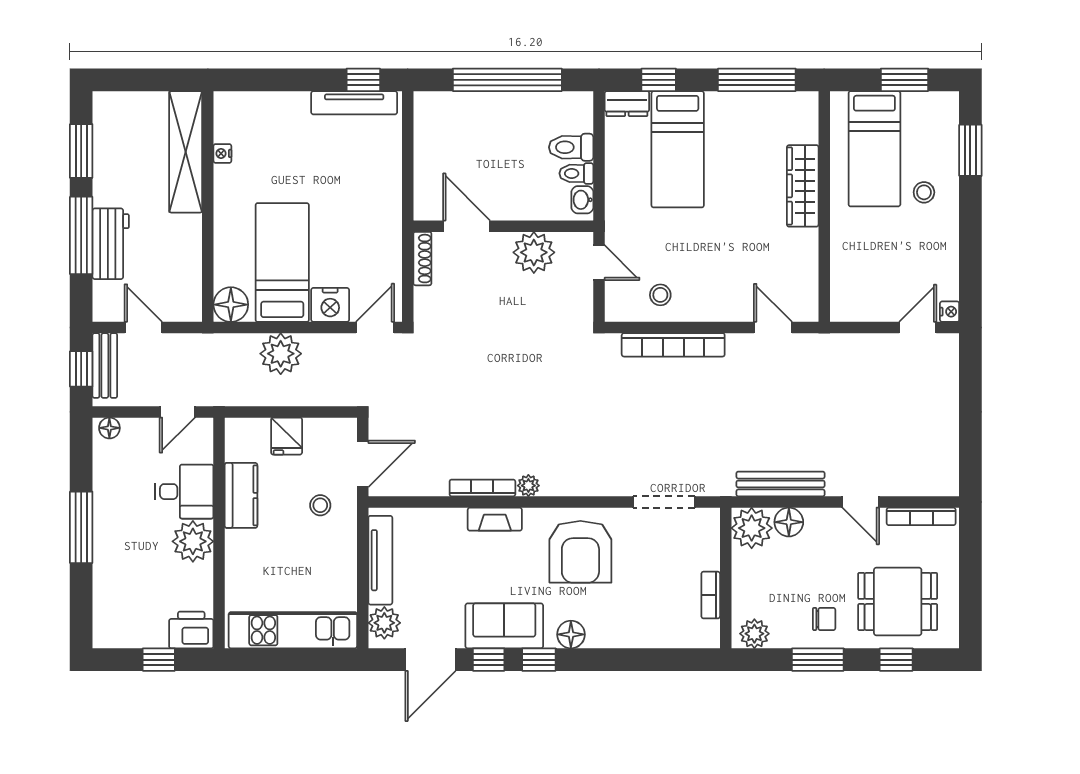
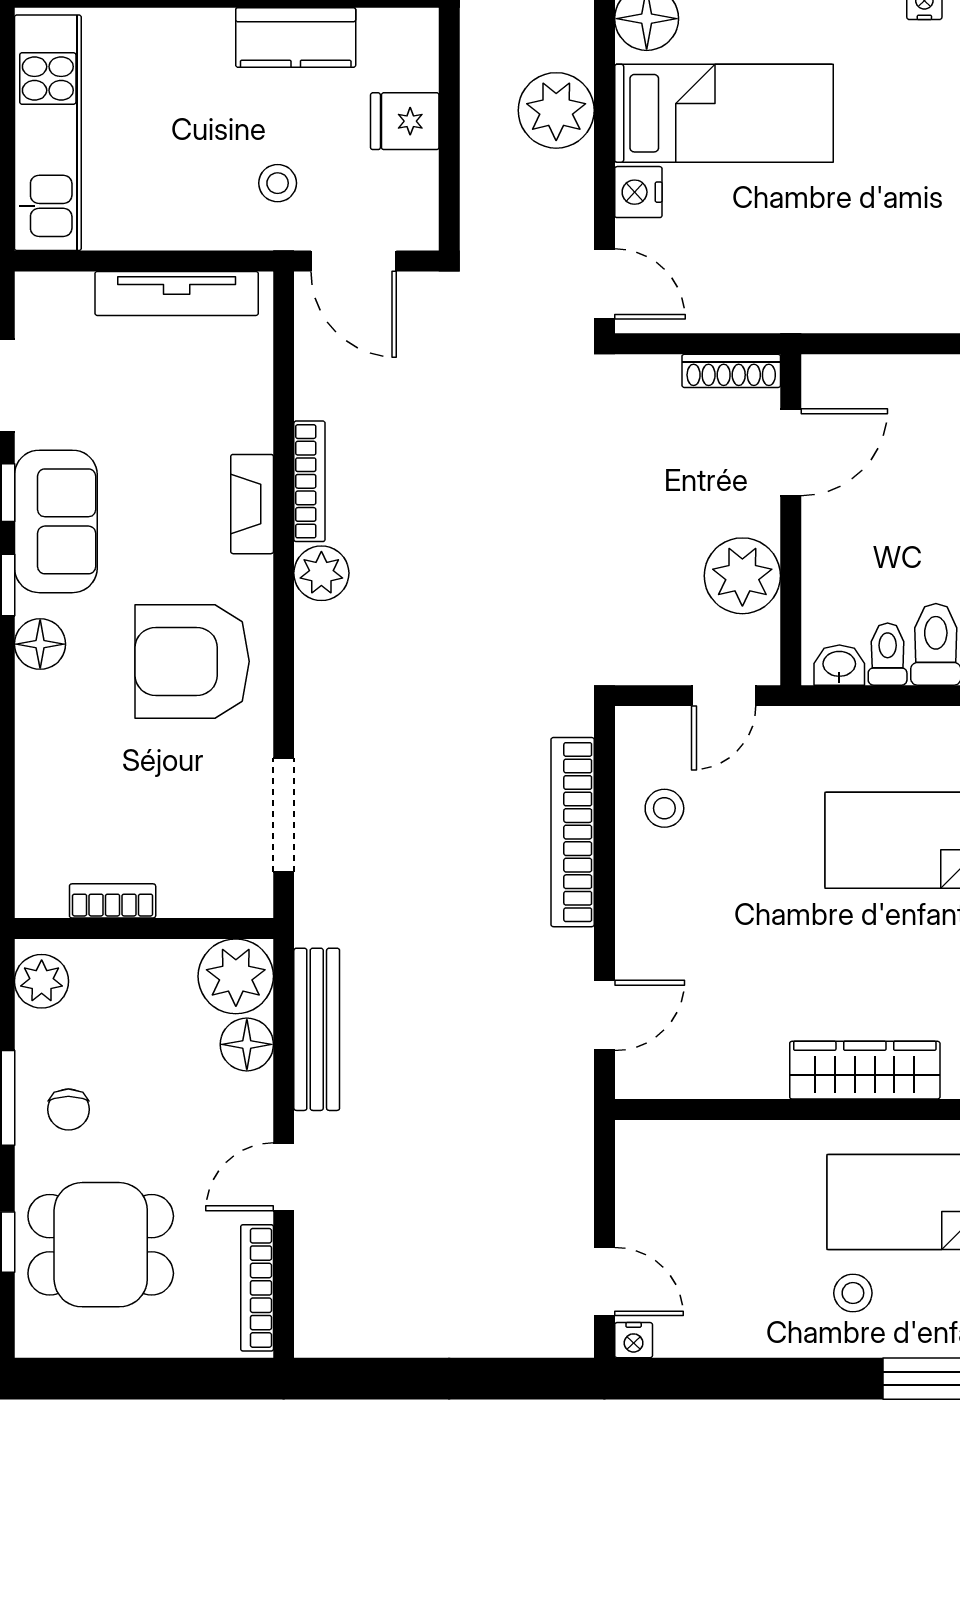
nightstand: (330, 305) -> (638, 192), width x0.74, depth x0.75
plant: (528, 486) -> (321, 573), width x1.38, depth x1.38
dining table: (898, 601) -> (101, 1245), turned 90
plant: (384, 623) -> (62, 301), removed

